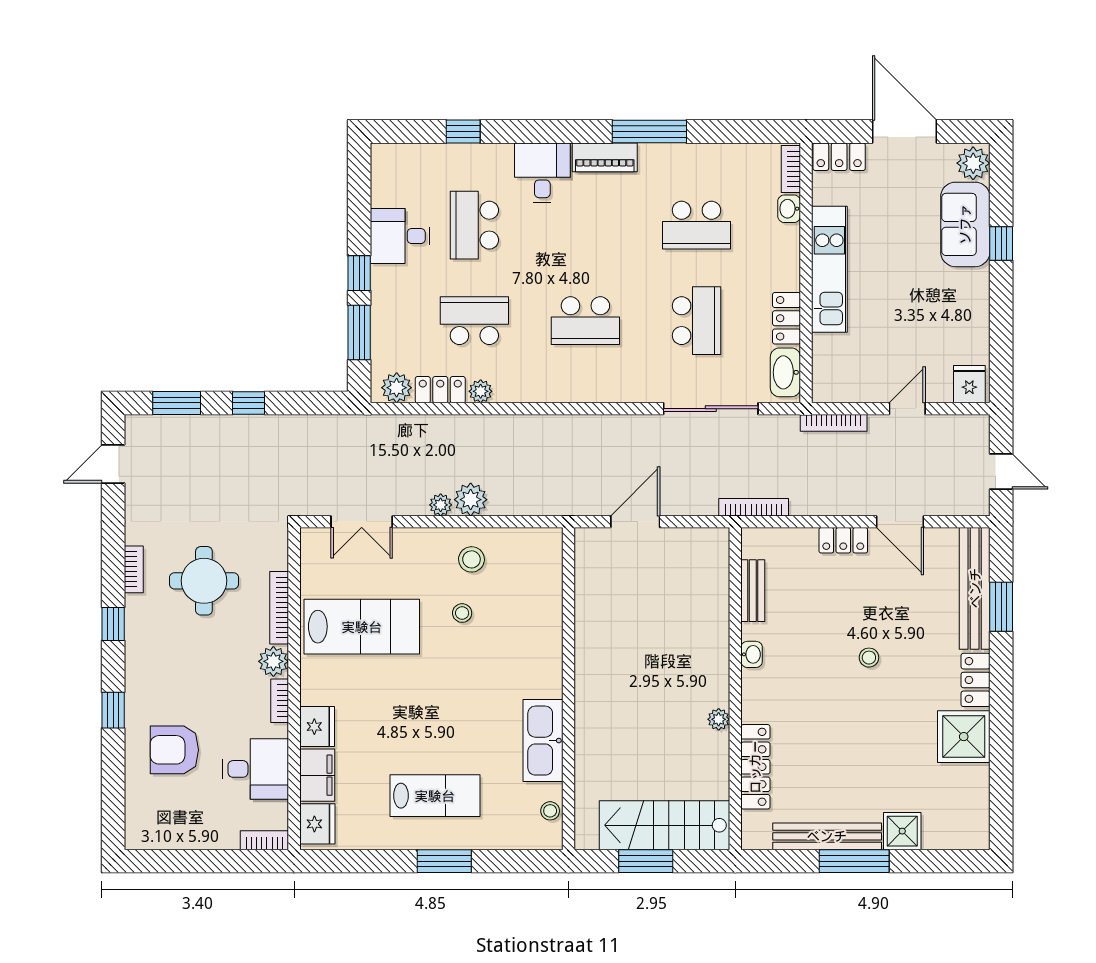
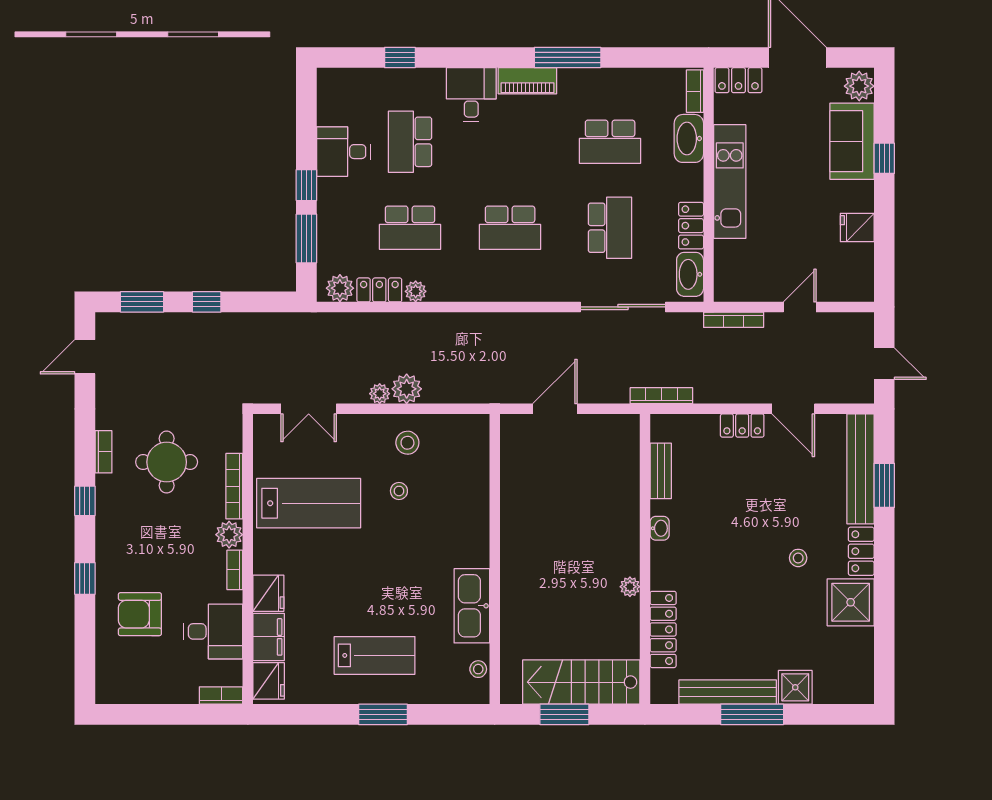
washbasin: (789, 209) -> (689, 138), width x1.91, depth x1.45
school desk: (474, 321) -> (410, 228), turned 180
fridge: (969, 384) -> (857, 228), moved, turned -90
stool: (869, 658) -> (798, 558), moved

